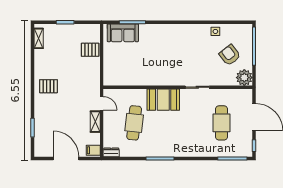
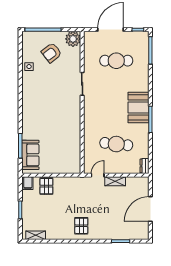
booth: (163, 100) -> (138, 107), moved
filing cabinet: (93, 150) -> (28, 183), moved

